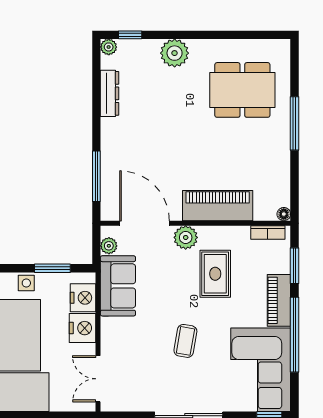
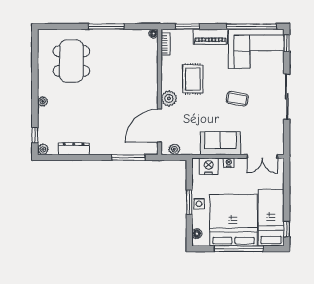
plant: (175, 53) -> (43, 101), width x0.53, depth x0.53
window: (295, 123) -> (106, 26), moved
piano: (218, 206) -> (148, 77), removed
window: (52, 268) -> (189, 202), moved
rug: (215, 274) -> (193, 79), turned 90
sofa: (118, 286) -> (220, 143), moved
nightstand: (83, 328) -> (229, 163), width x0.53, depth x0.56
window: (295, 335) -> (251, 26), moved

